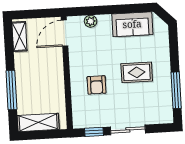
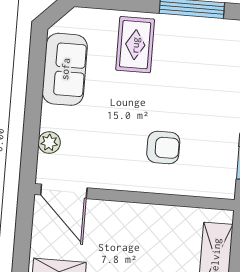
rug: (137, 72) -> (135, 45), moved

